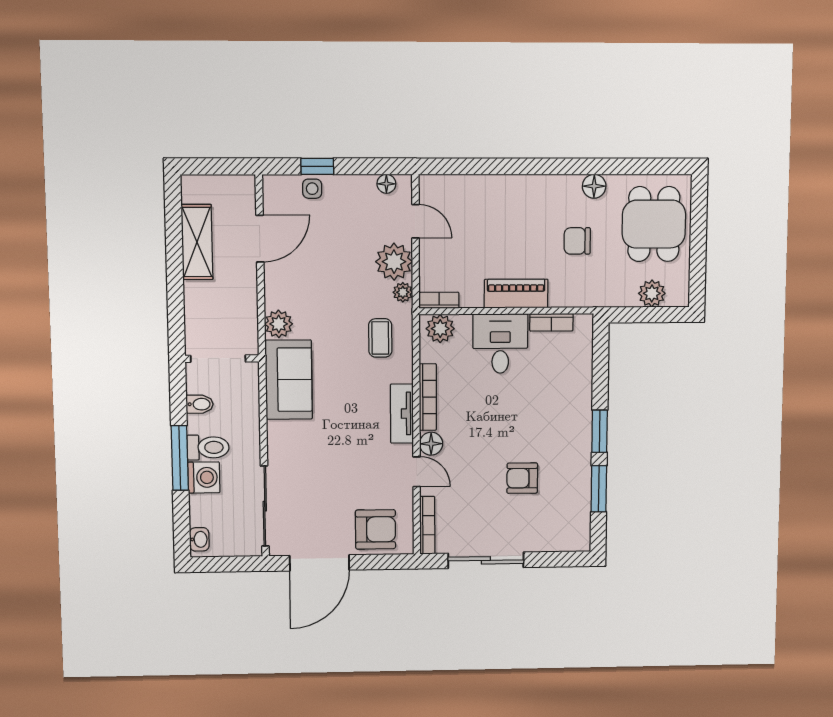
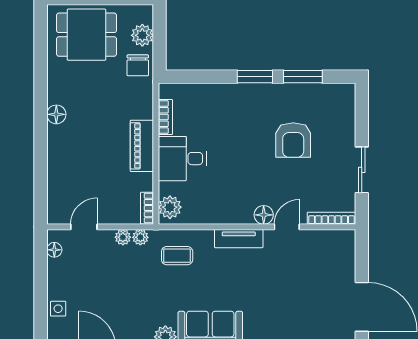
window: (317, 166) -> (41, 304), removed
floor lamp: (594, 186) -> (56, 114), moved
chair: (577, 241) -> (138, 65), moved
plant: (394, 262) -> (123, 237), width x0.53, depth x0.53
bookcase: (428, 397) -> (225, 217), removed
armchair: (522, 478) -> (293, 140), width x1.38, depth x1.38
armchair: (375, 529) -> (334, 261), removed
sliding door: (486, 560) -> (362, 170), width x0.73

